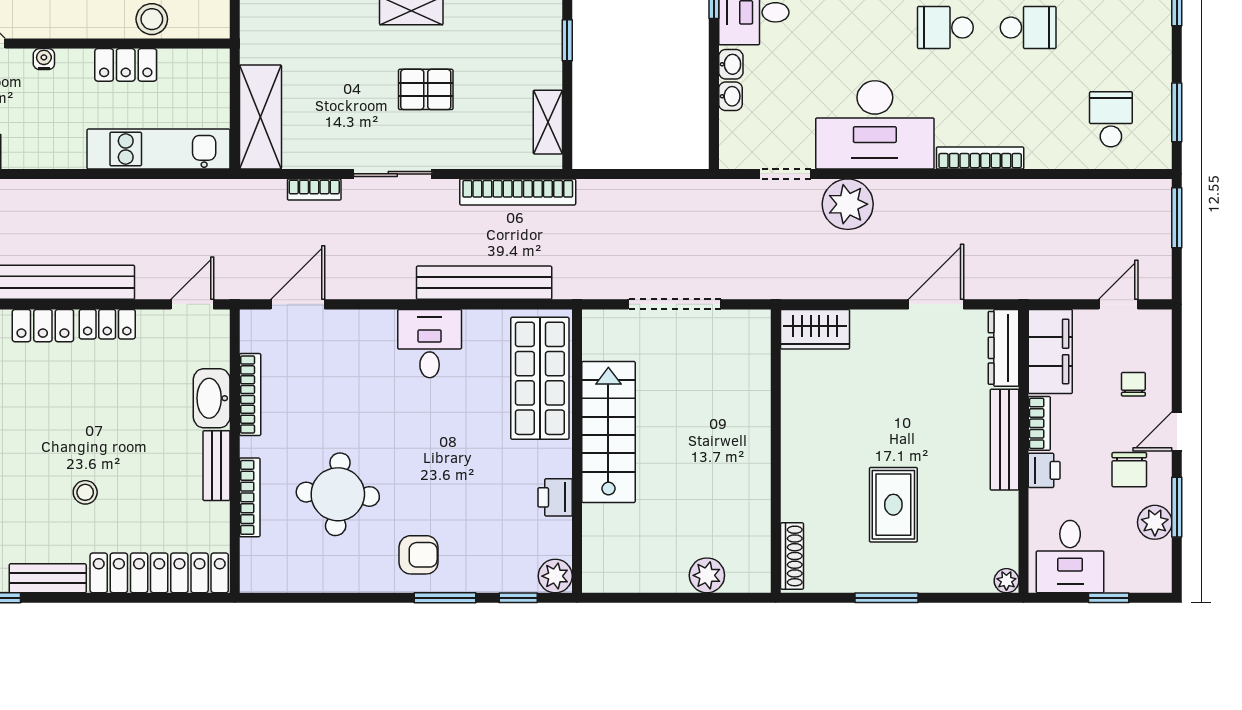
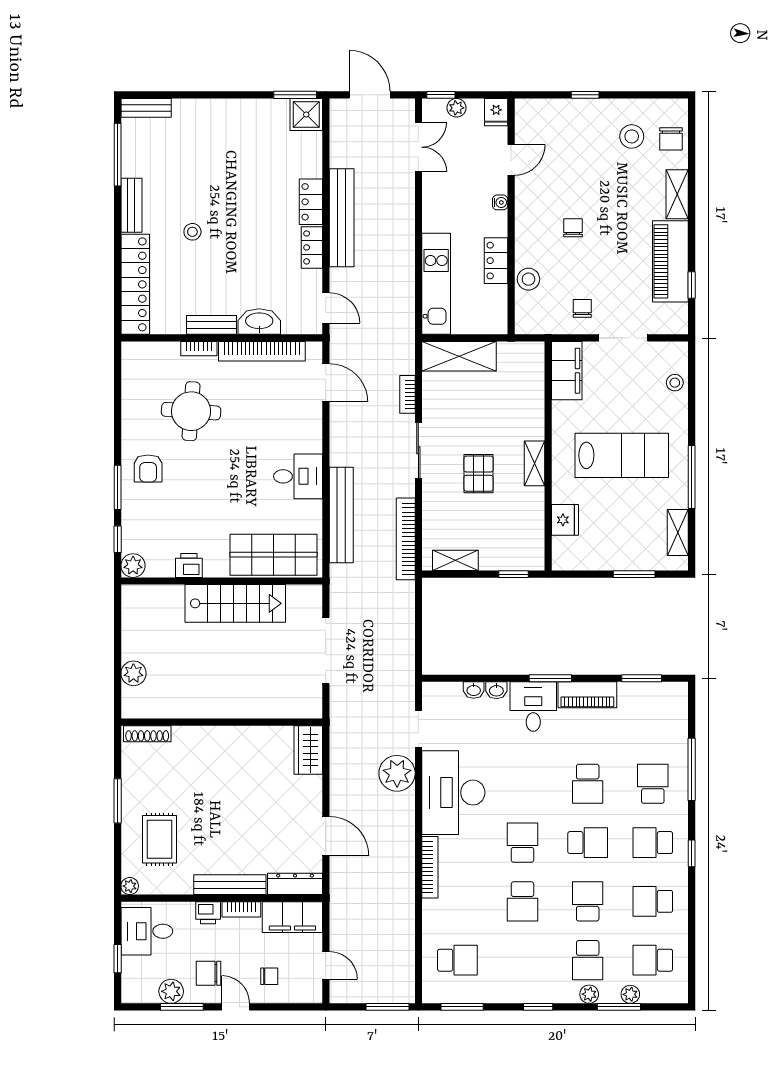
bookcase: (250, 395) -> (262, 351), width x1.48, depth x1.31
bookcase: (250, 497) -> (199, 349), width x0.64
rug: (893, 505) -> (160, 839), moved, turned 90

